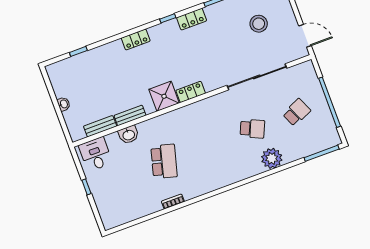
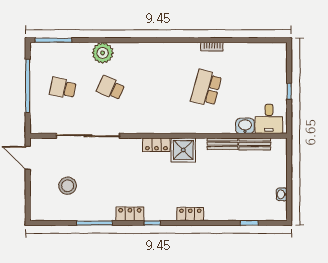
washbasin: (64, 104) -> (282, 194), moved
school desk: (297, 112) -> (63, 88), turned 36
washbasin: (129, 135) -> (245, 126), moved

